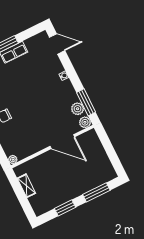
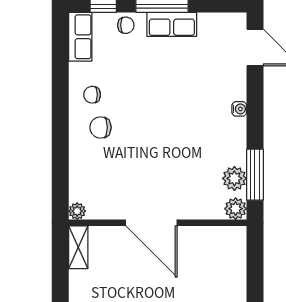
door: (62, 142) -> (151, 223), moved
shelving: (26, 186) -> (78, 247), moved

